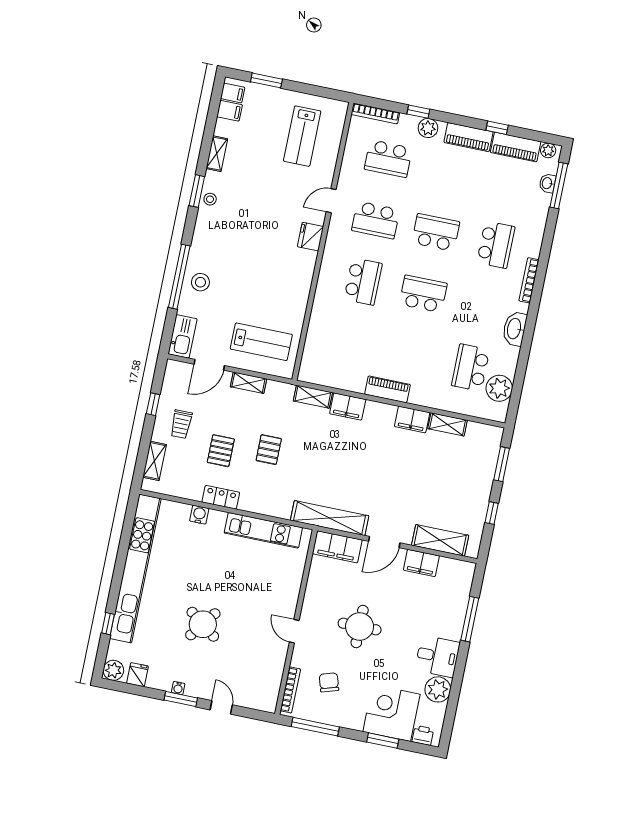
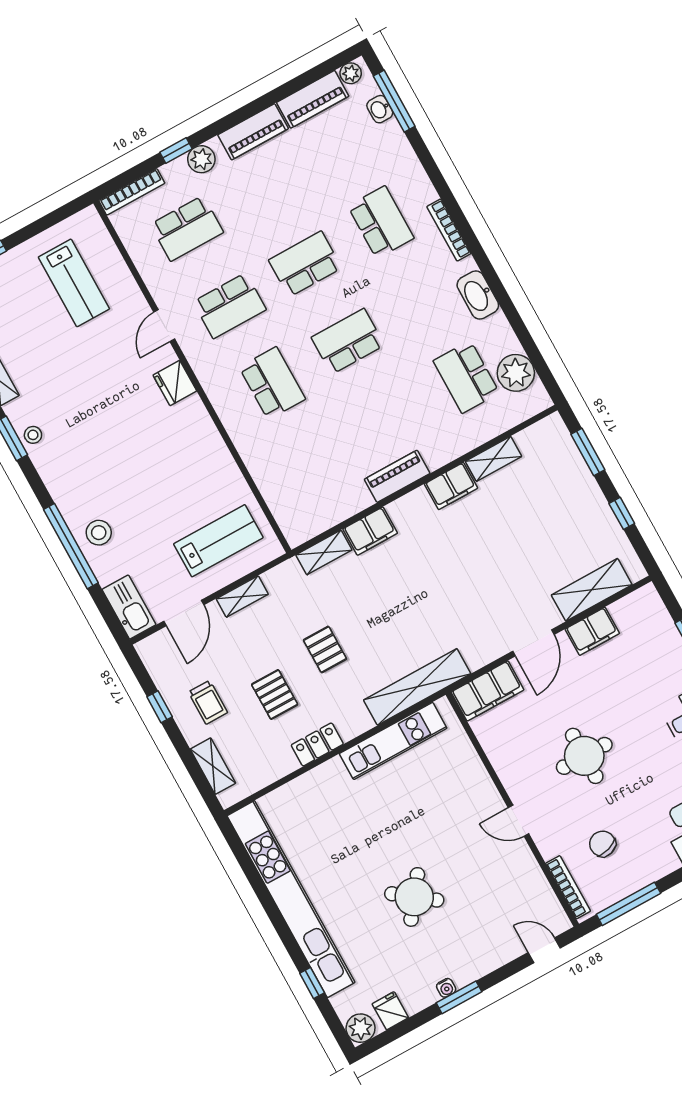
window: (497, 128) -> (275, 96), removed
water cooler: (199, 515) -> (310, 783), removed
shelving: (330, 518) -> (417, 687), moved
door: (221, 707) -> (544, 950), moved

